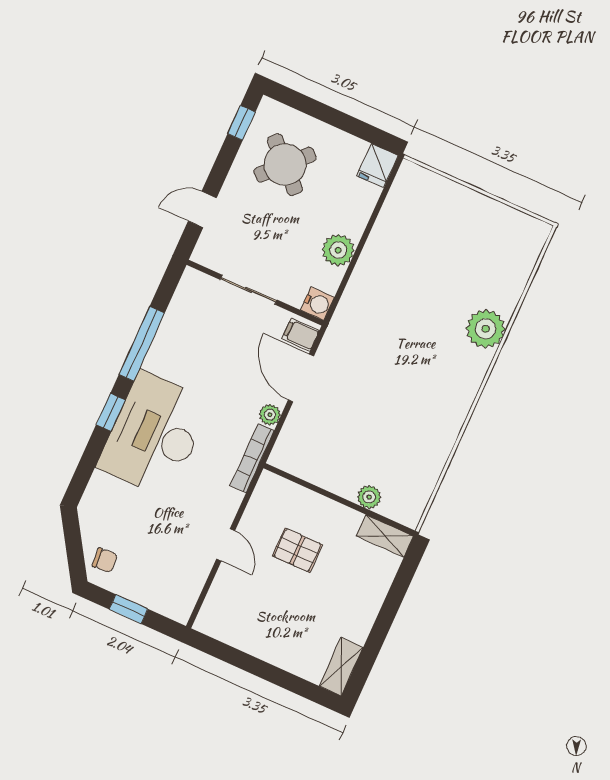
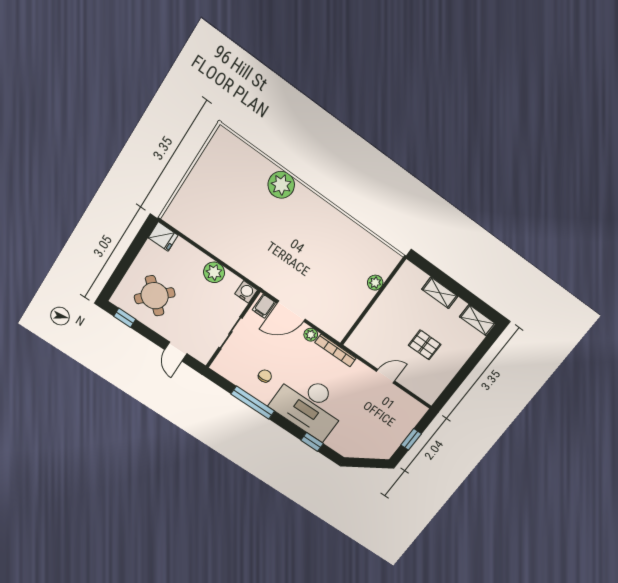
window: (111, 412) -> (312, 442), moved
shelving: (385, 536) -> (440, 293), moved, turned 90
pallet: (297, 550) -> (425, 345), moved, turned 90
chair: (105, 560) -> (265, 376), moved

